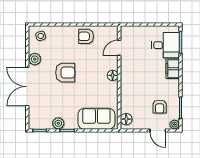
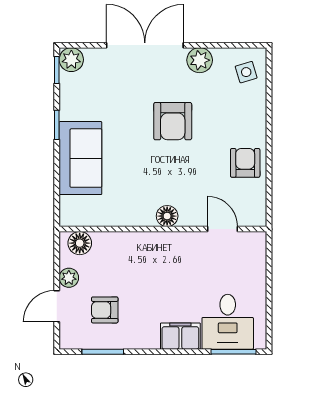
sofa: (96, 119) -> (80, 158), moved
plant: (58, 123) -> (71, 60), moved
plant: (174, 125) -> (69, 278), moved

